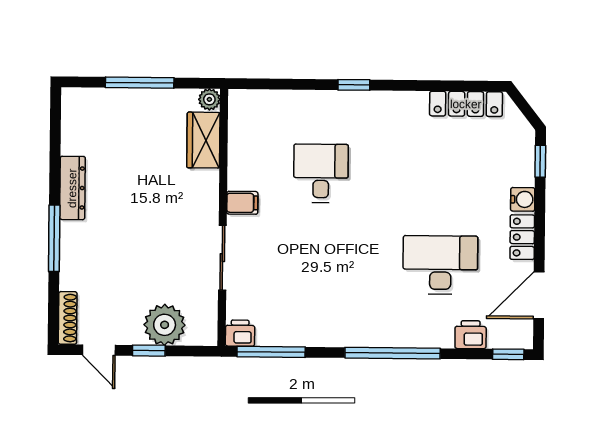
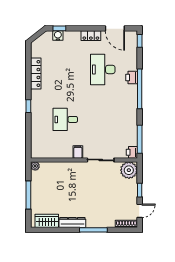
locker: (466, 104) -> (36, 73), moved
wardrobe: (203, 140) -> (47, 221), moved, turned 180
water cooler: (523, 199) -> (58, 36), moved
plant: (165, 325) -> (129, 170), moved
printer: (471, 335) -> (132, 78), moved

